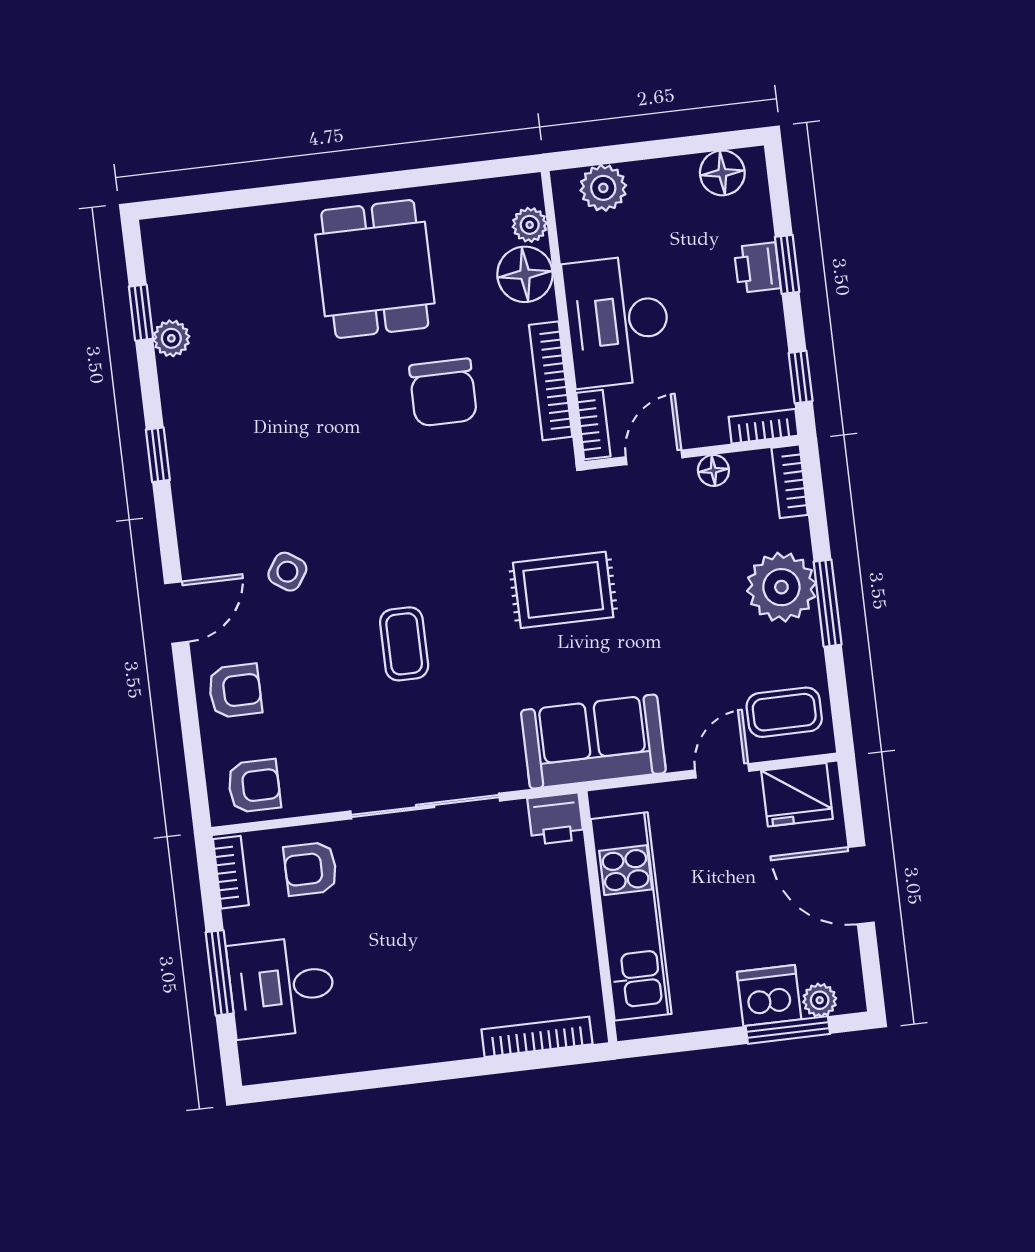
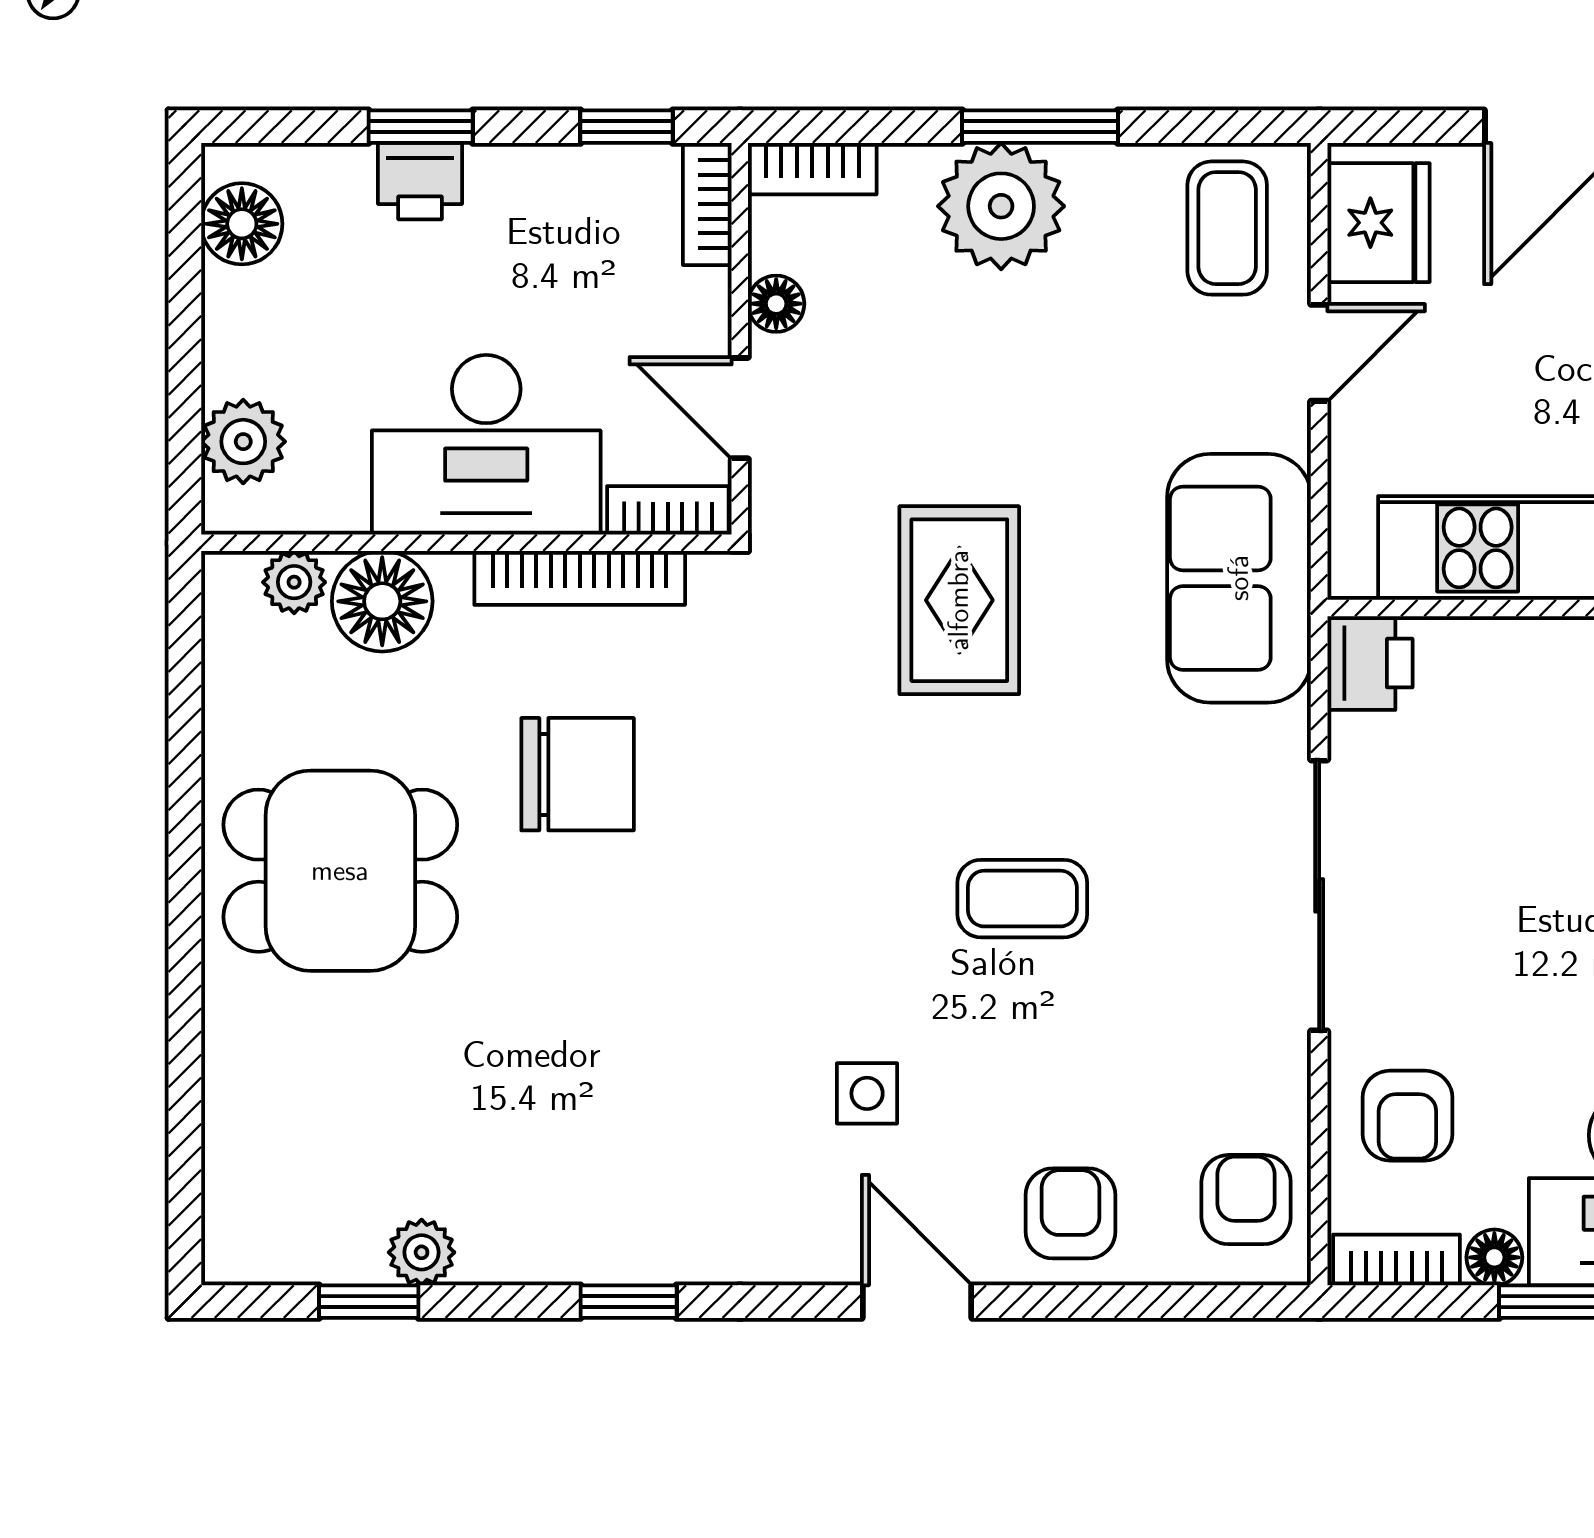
side table: (287, 572) -> (867, 1093), turned -34
door: (722, 771) -> (1319, 353), swing flipped
floor lamp: (239, 926) -> (1494, 1257), added

